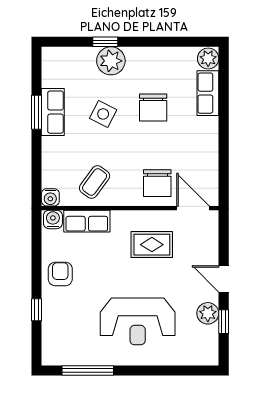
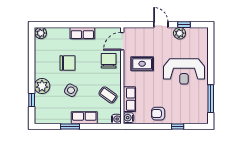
window: (105, 42) -> (32, 100), moved
row of seats: (208, 93) -> (82, 33), moved
row of seats: (53, 112) -> (84, 118), moved
chair: (157, 183) -> (109, 61), turned -90
rug: (152, 245) -> (142, 64), turned 90
door: (224, 279) -> (161, 25), swing flipped
reception desk: (138, 321) -> (184, 71), turned 90

